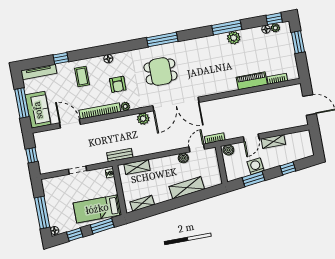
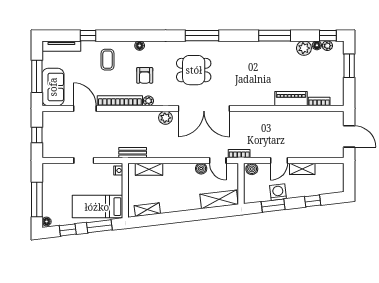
plant: (234, 38) -> (304, 48), moved
door: (197, 148) -> (218, 160), swing flipped
shelving: (187, 188) -> (219, 199), moved

